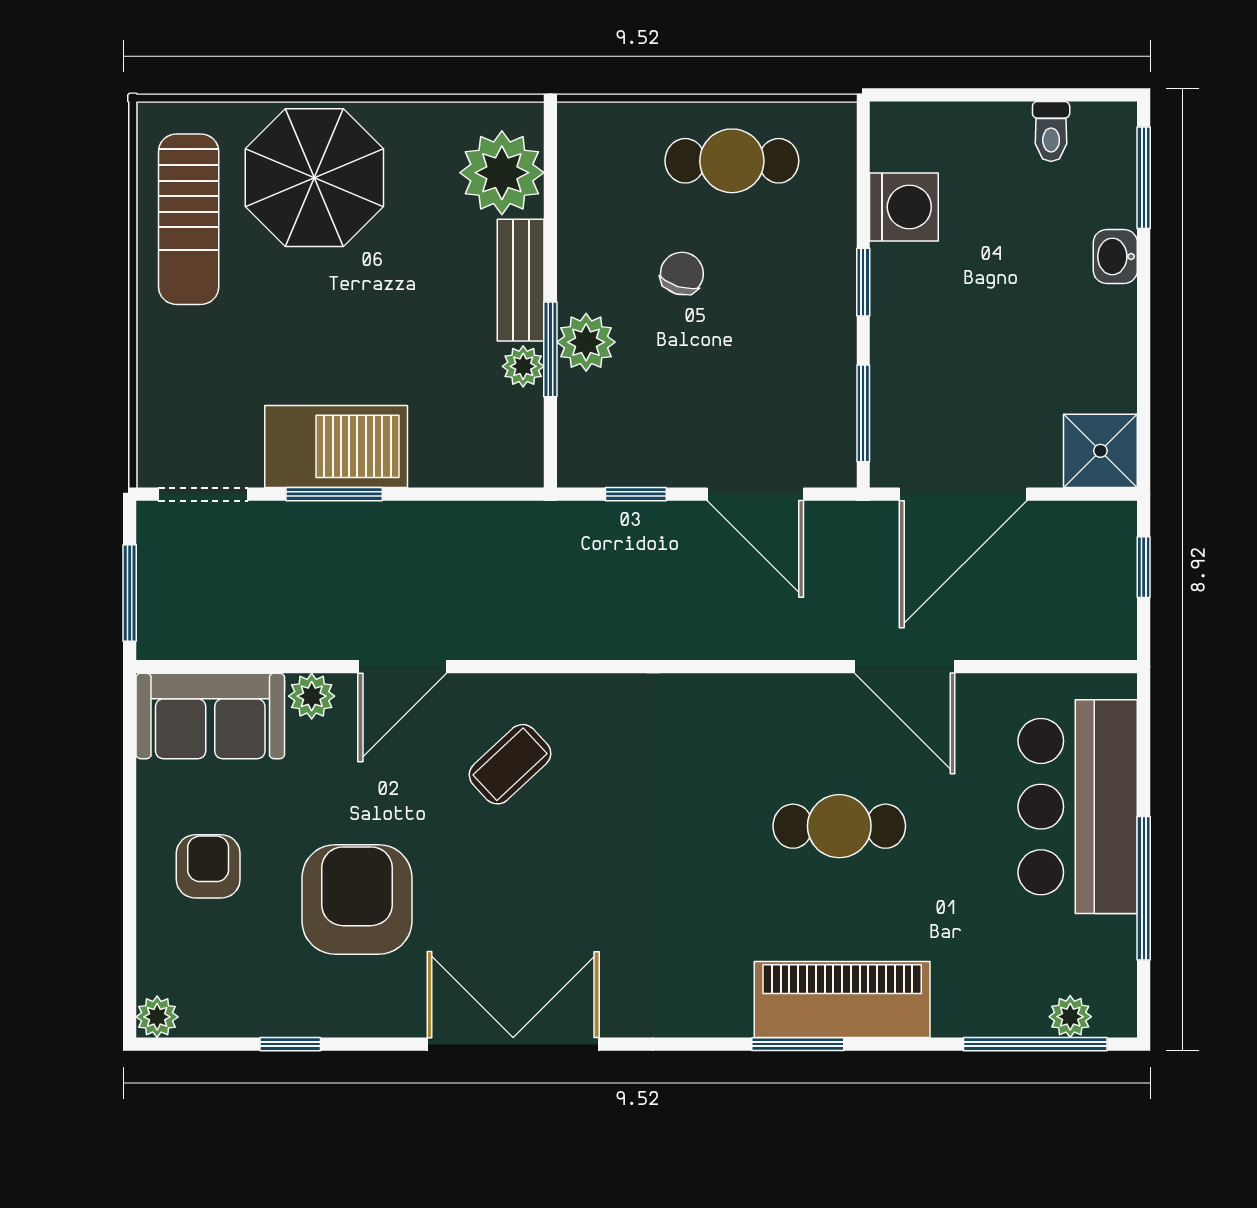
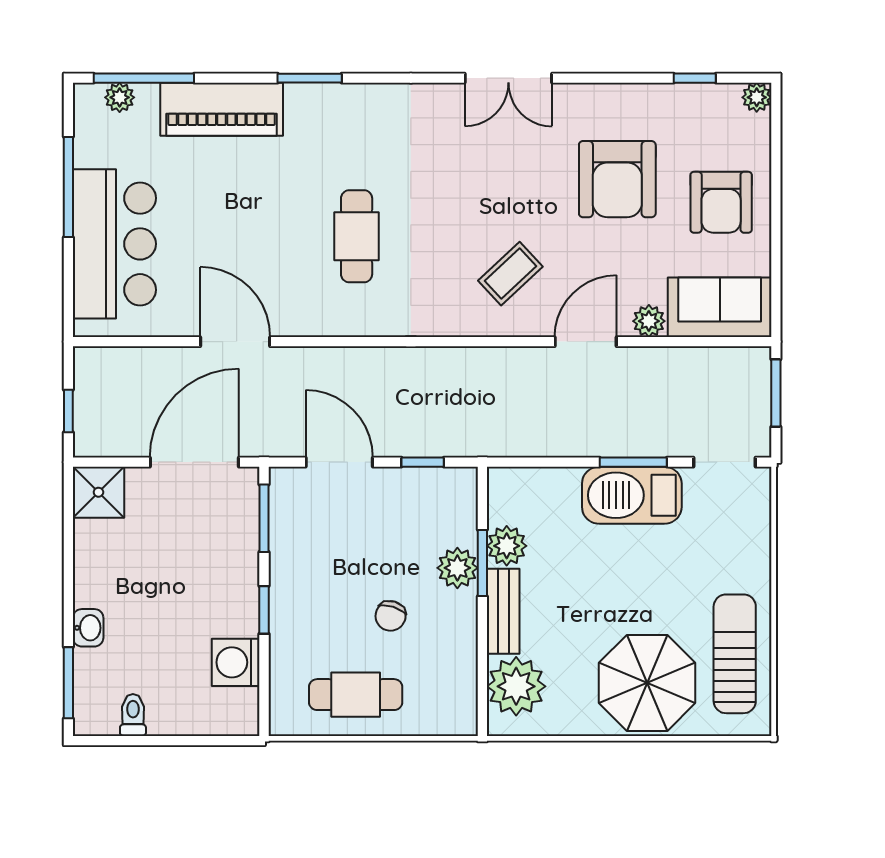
plant: (523, 366) -> (507, 546), width x1.38, depth x1.38
cafe table: (839, 826) -> (357, 236), moved, turned 90
armchair: (208, 866) -> (721, 202), width x1.38, depth x1.38
piano: (842, 1000) -> (222, 109), moved
window: (290, 1044) -> (695, 78), moved
double door: (513, 1044) -> (508, 78), width x0.73

